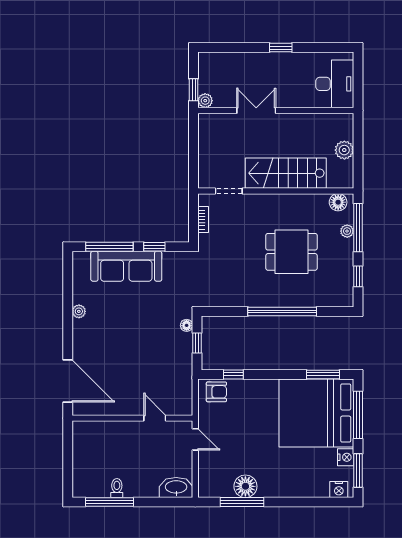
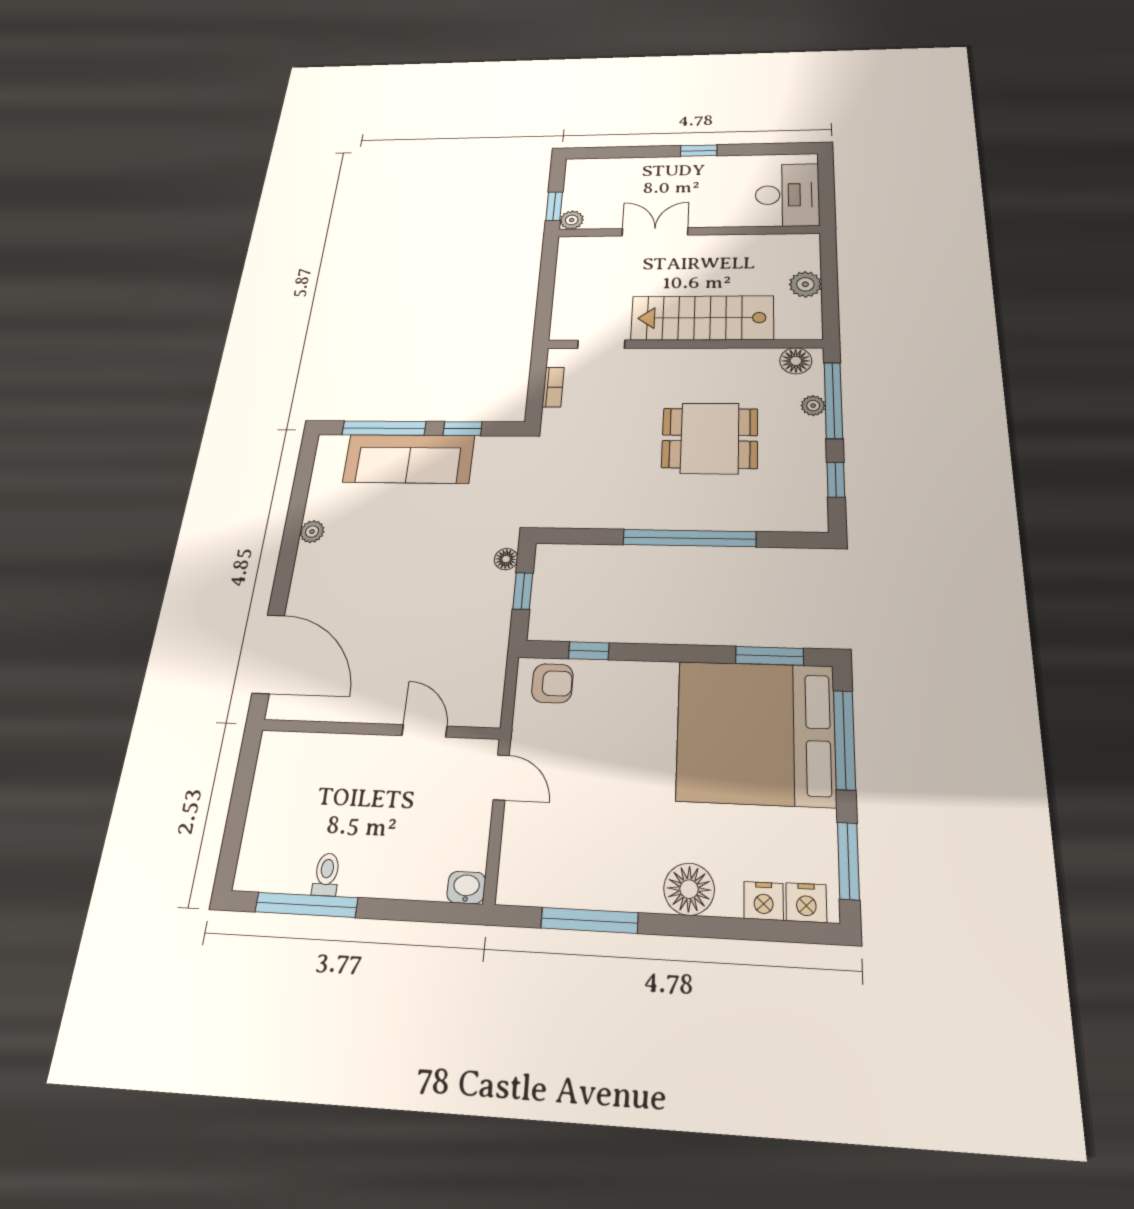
nightstand: (346, 457) -> (764, 901), moved, turned 90
floor lamp: (245, 486) -> (689, 889), moved
washbasin: (176, 488) -> (466, 888), width x0.52, depth x0.69

